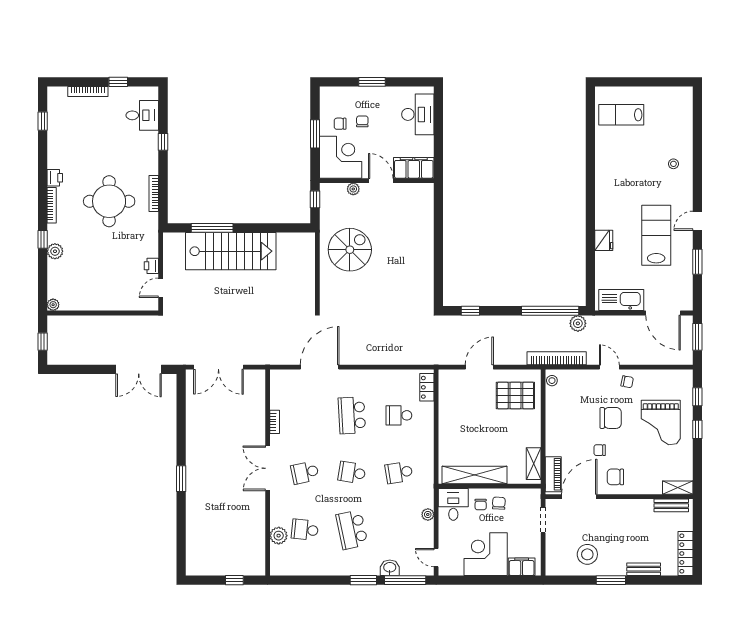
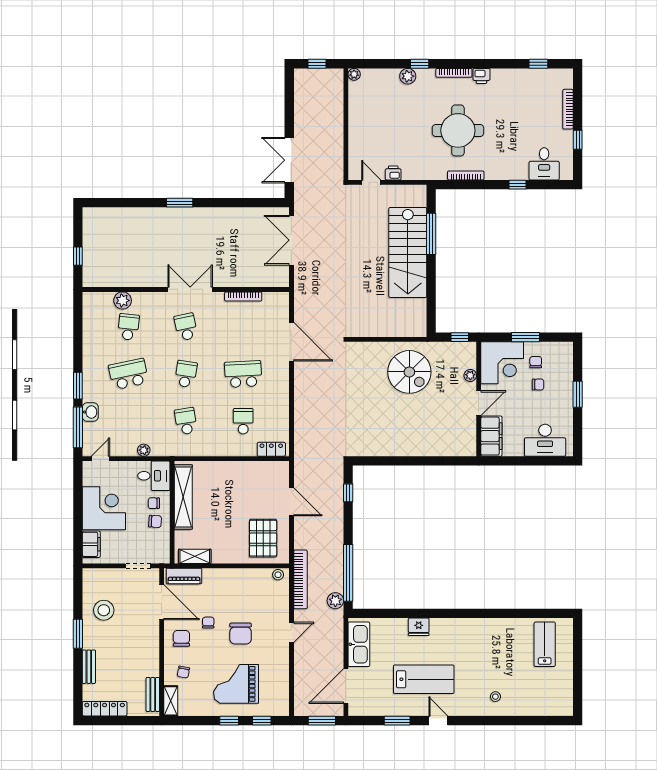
chair: (627, 382) -> (183, 672), moved
bookcase: (275, 422) -> (243, 296), width x1.56

